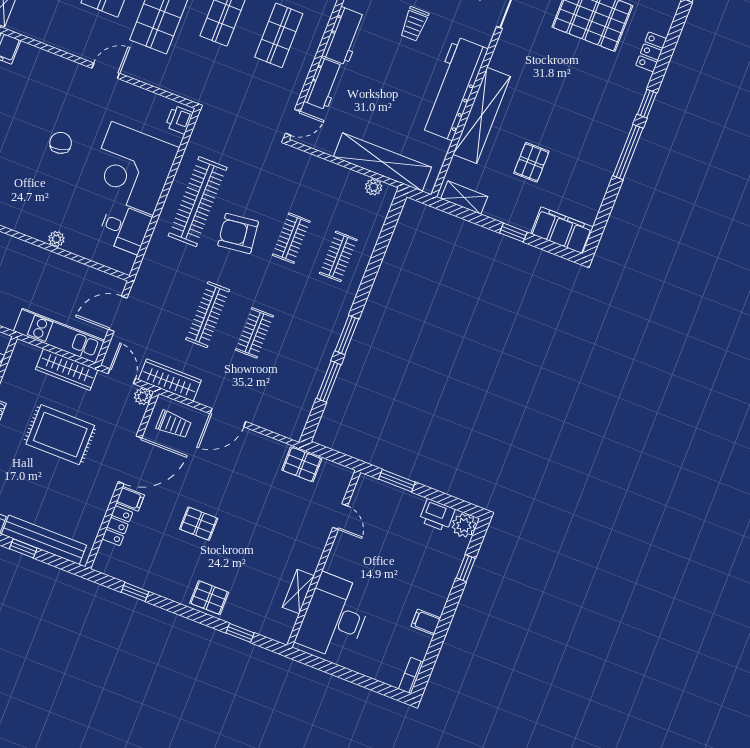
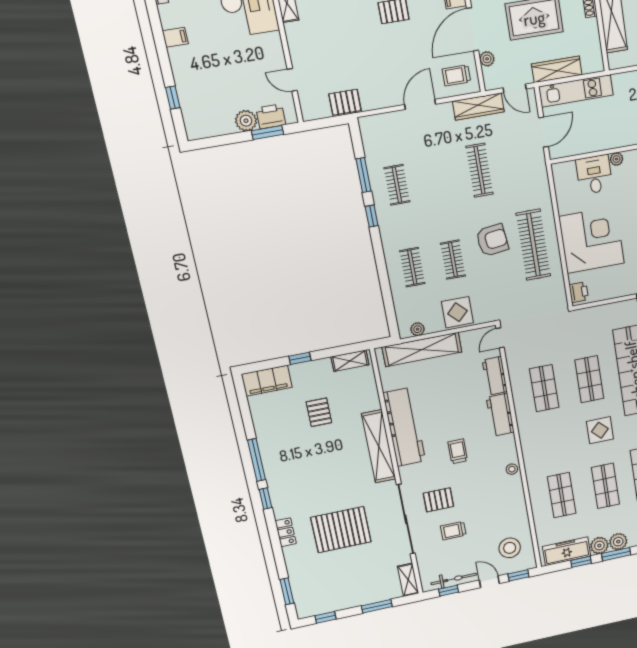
shelving: (482, 115) -> (379, 446), moved
display table: (321, 179) -> (457, 312), added
desk: (125, 228) -> (594, 175), moved, turned 90
clothes rail: (254, 333) -> (397, 185), moved
window: (347, 335) -> (372, 216), width x0.67
plant: (143, 396) -> (487, 59), moved
printer: (437, 515) -> (271, 116), moved
plant: (464, 525) -> (246, 121), moved

